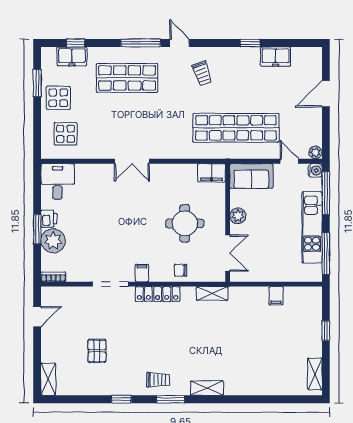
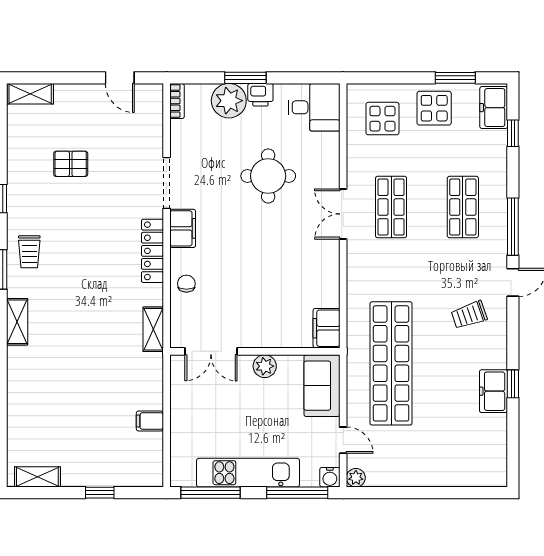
freezer: (72, 56) -> (494, 108), moved
freezer: (276, 57) -> (493, 391), moved
shop shelf: (127, 78) -> (463, 207), width x0.70, depth x0.74
door: (326, 94) -> (440, 493), removed
shop shelf: (127, 128) -> (391, 207), added
door: (289, 161) -> (343, 440), hinge flipped
round table: (185, 223) -> (268, 176), moved
filing cabinet: (142, 273) -> (183, 228), width x2.00

